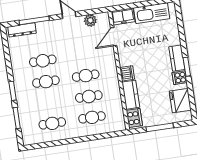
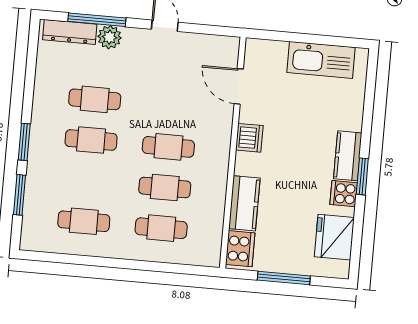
freezer: (123, 16) -> (266, 53), removed
plant: (90, 20) -> (110, 37), moved
door: (114, 37) -> (239, 86), hinge flipped
dishwasher: (127, 73) -> (249, 138), moved

